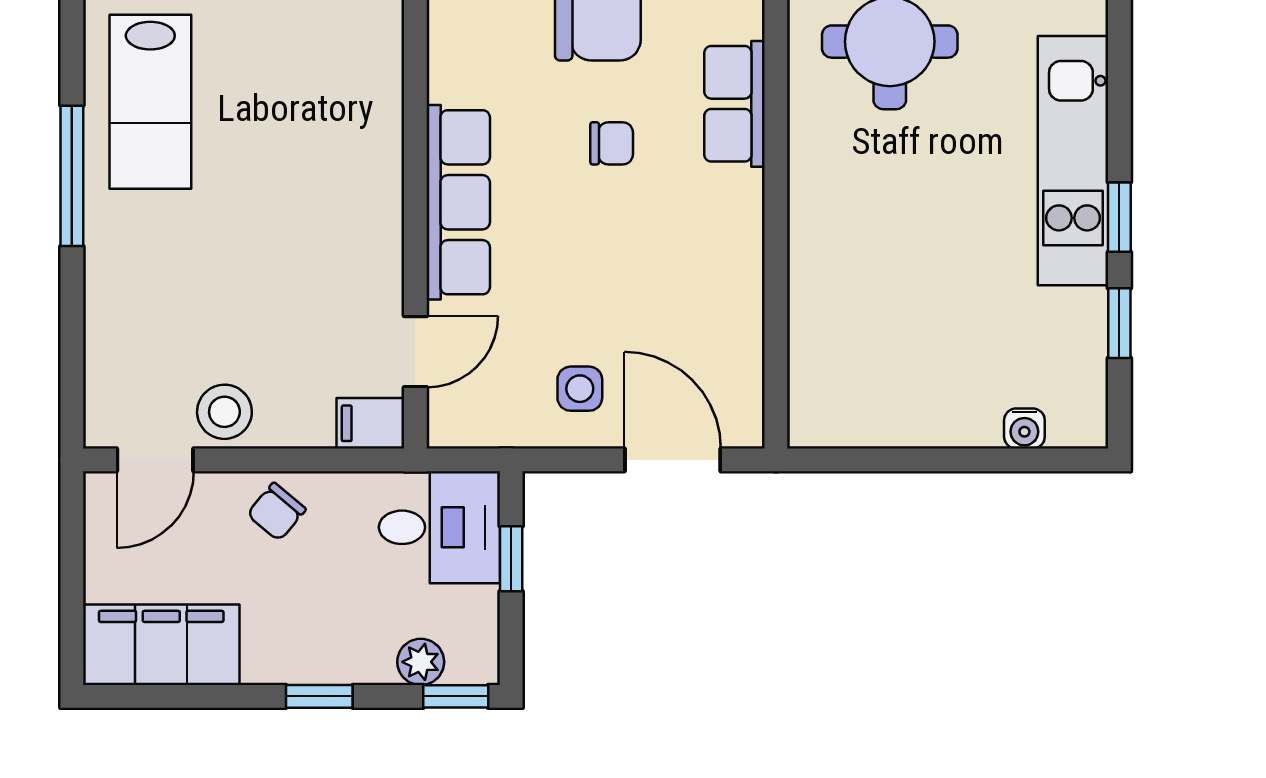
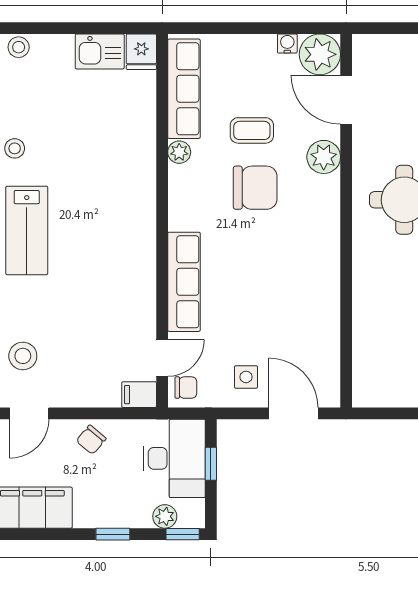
row of seats: (735, 104) -> (325, 232), removed
chair: (612, 143) -> (186, 388), moved
stool: (224, 412) -> (23, 356), moved
desk: (439, 527) -> (174, 458), width x1.37

